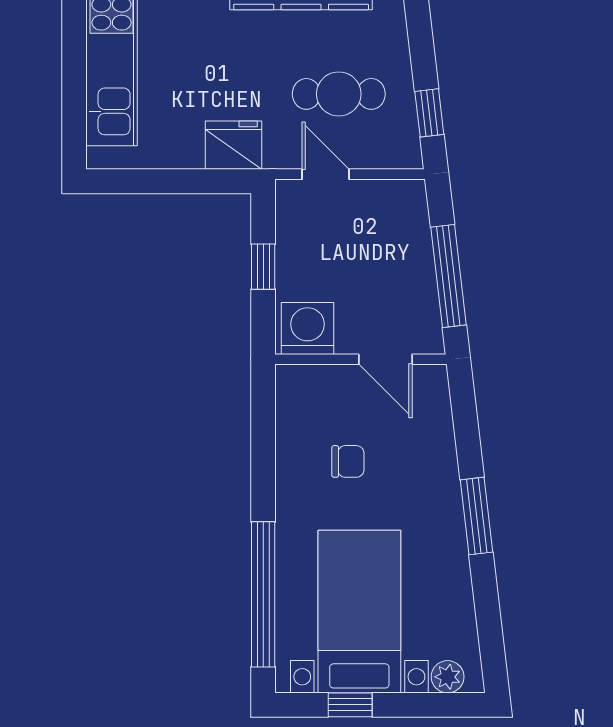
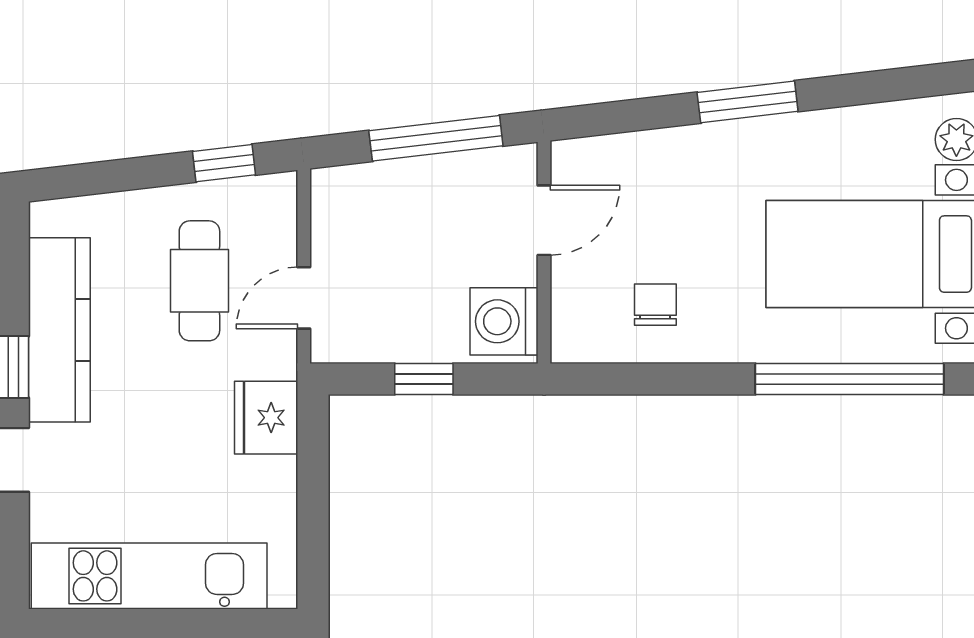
chair: (348, 461) -> (655, 305), moved

